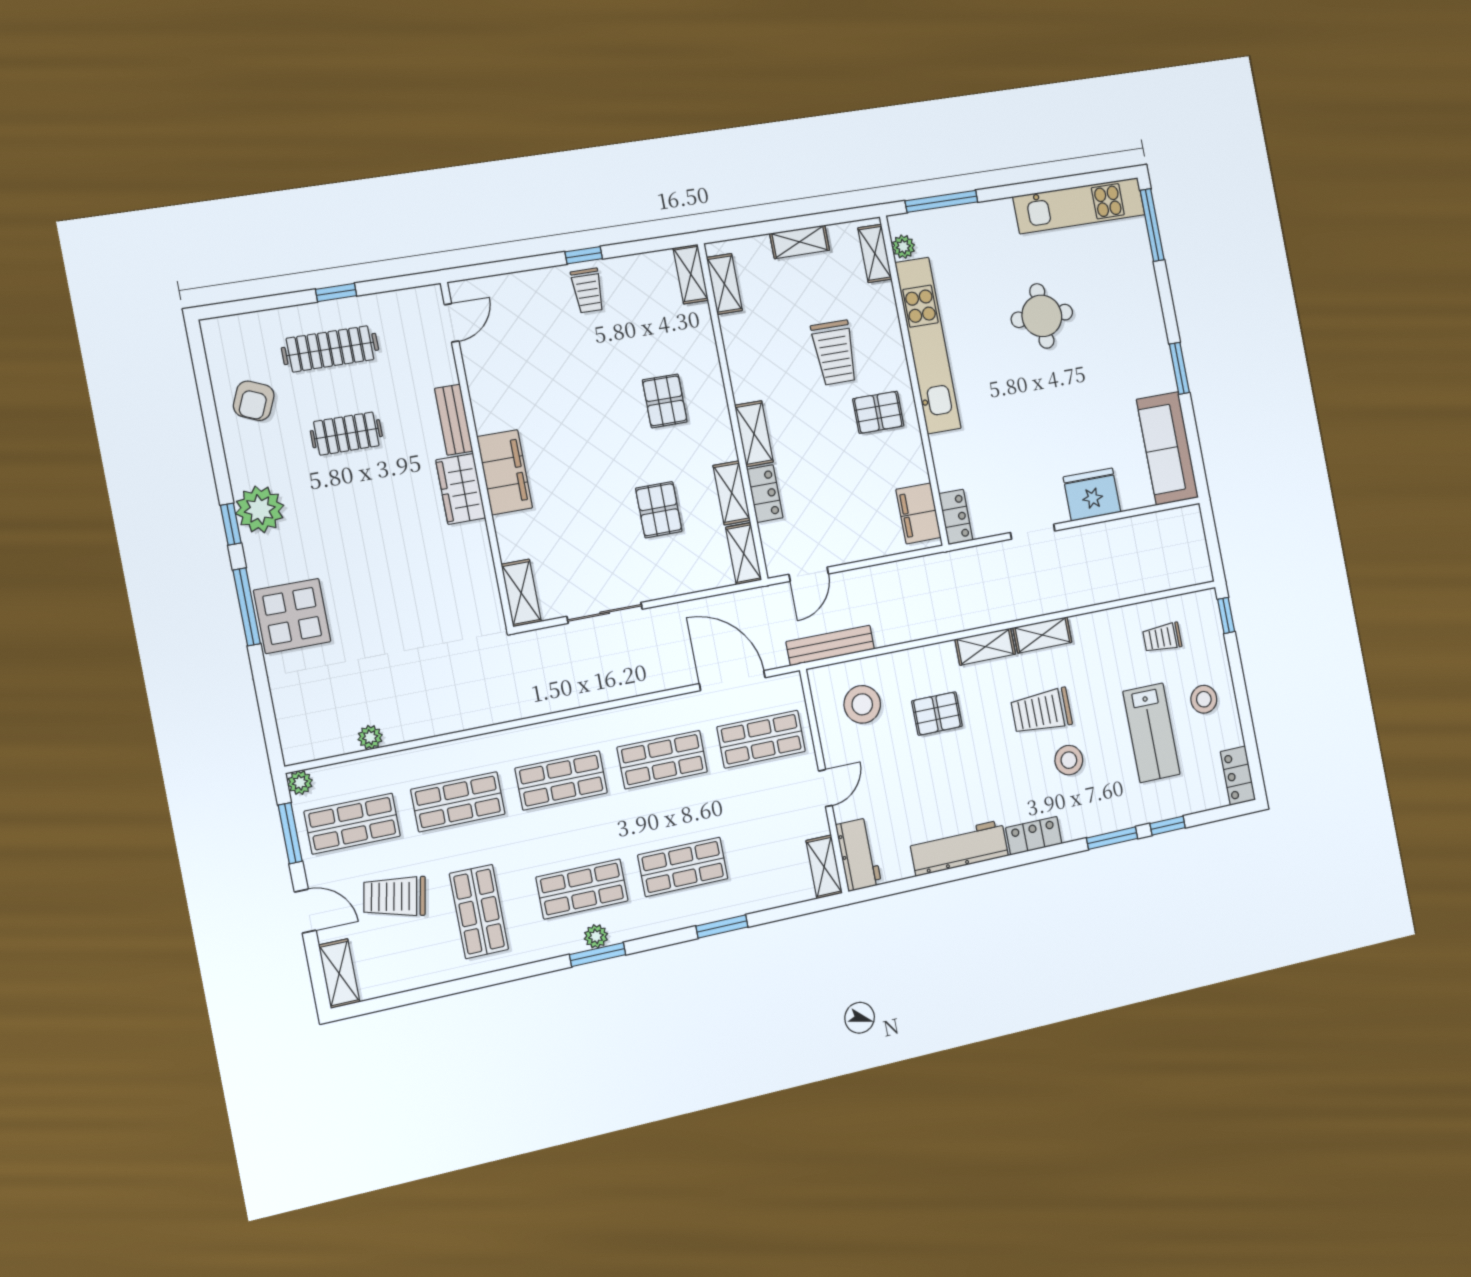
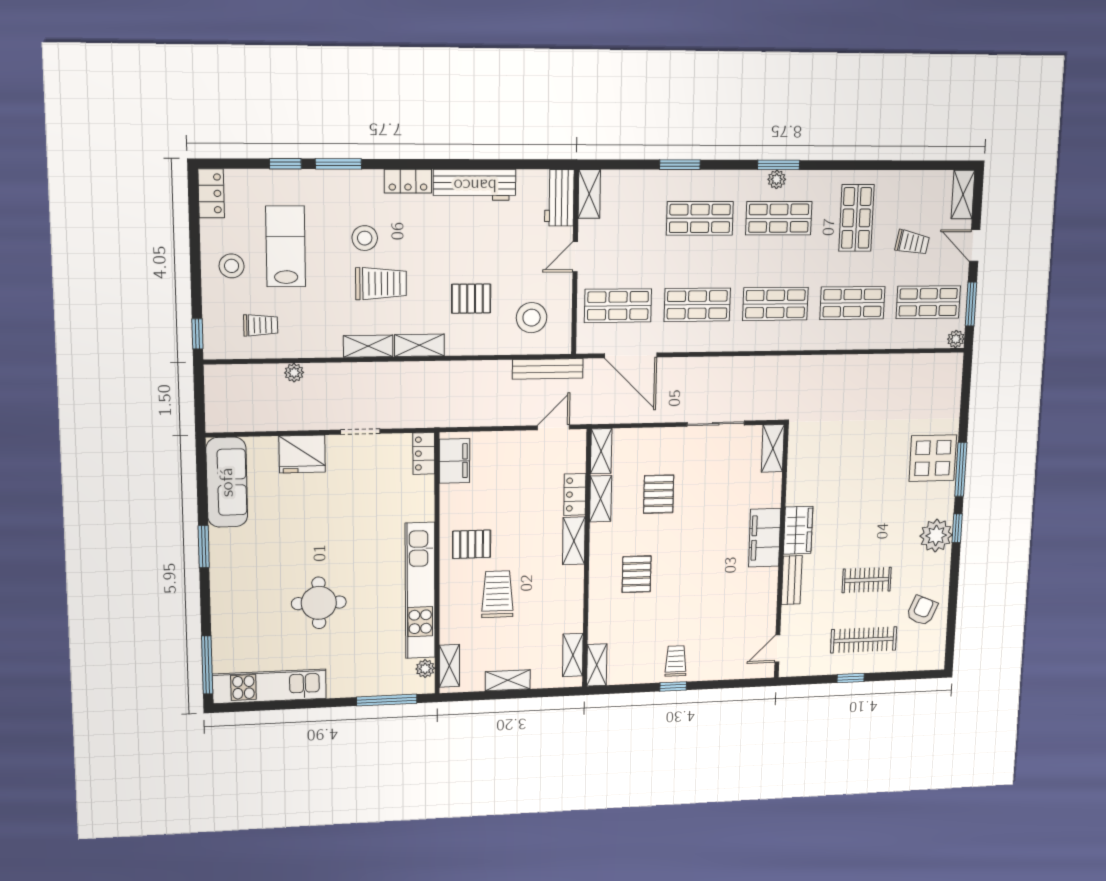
plant: (370, 737) -> (294, 373), moved
trolley: (395, 897) -> (912, 243), width x0.73, depth x0.72

